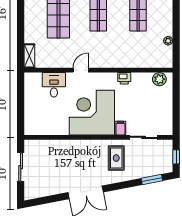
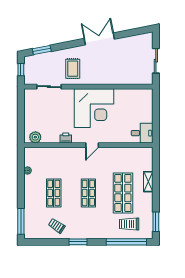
shelving: (29, 56) -> (148, 182), moved
door: (81, 70) -> (92, 145), moved
desk: (54, 85) -> (142, 133), moved, turned -90
filing cabinet: (120, 128) -> (69, 95), removed

